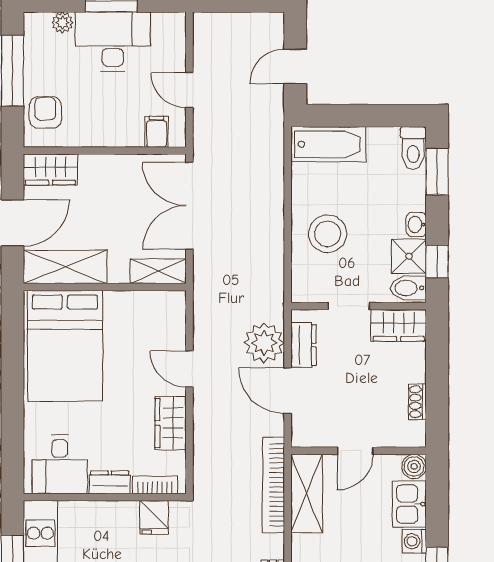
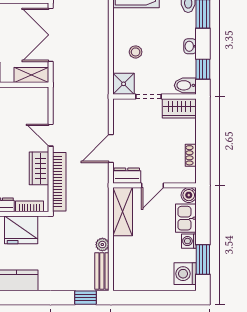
stool: (328, 234) -> (136, 52), width x0.53, depth x0.53
shower: (409, 256) -> (124, 84), moved
plant: (264, 343) -> (102, 245), moved, width x0.53, depth x0.53
dresser: (303, 345) -> (127, 176), moved, turned -90
door: (288, 391) -> (111, 149), hinge flipped
bookcase: (273, 485) -> (59, 182), moved, turned 180
fridge: (154, 517) -> (21, 230), width x1.88, depth x1.34

